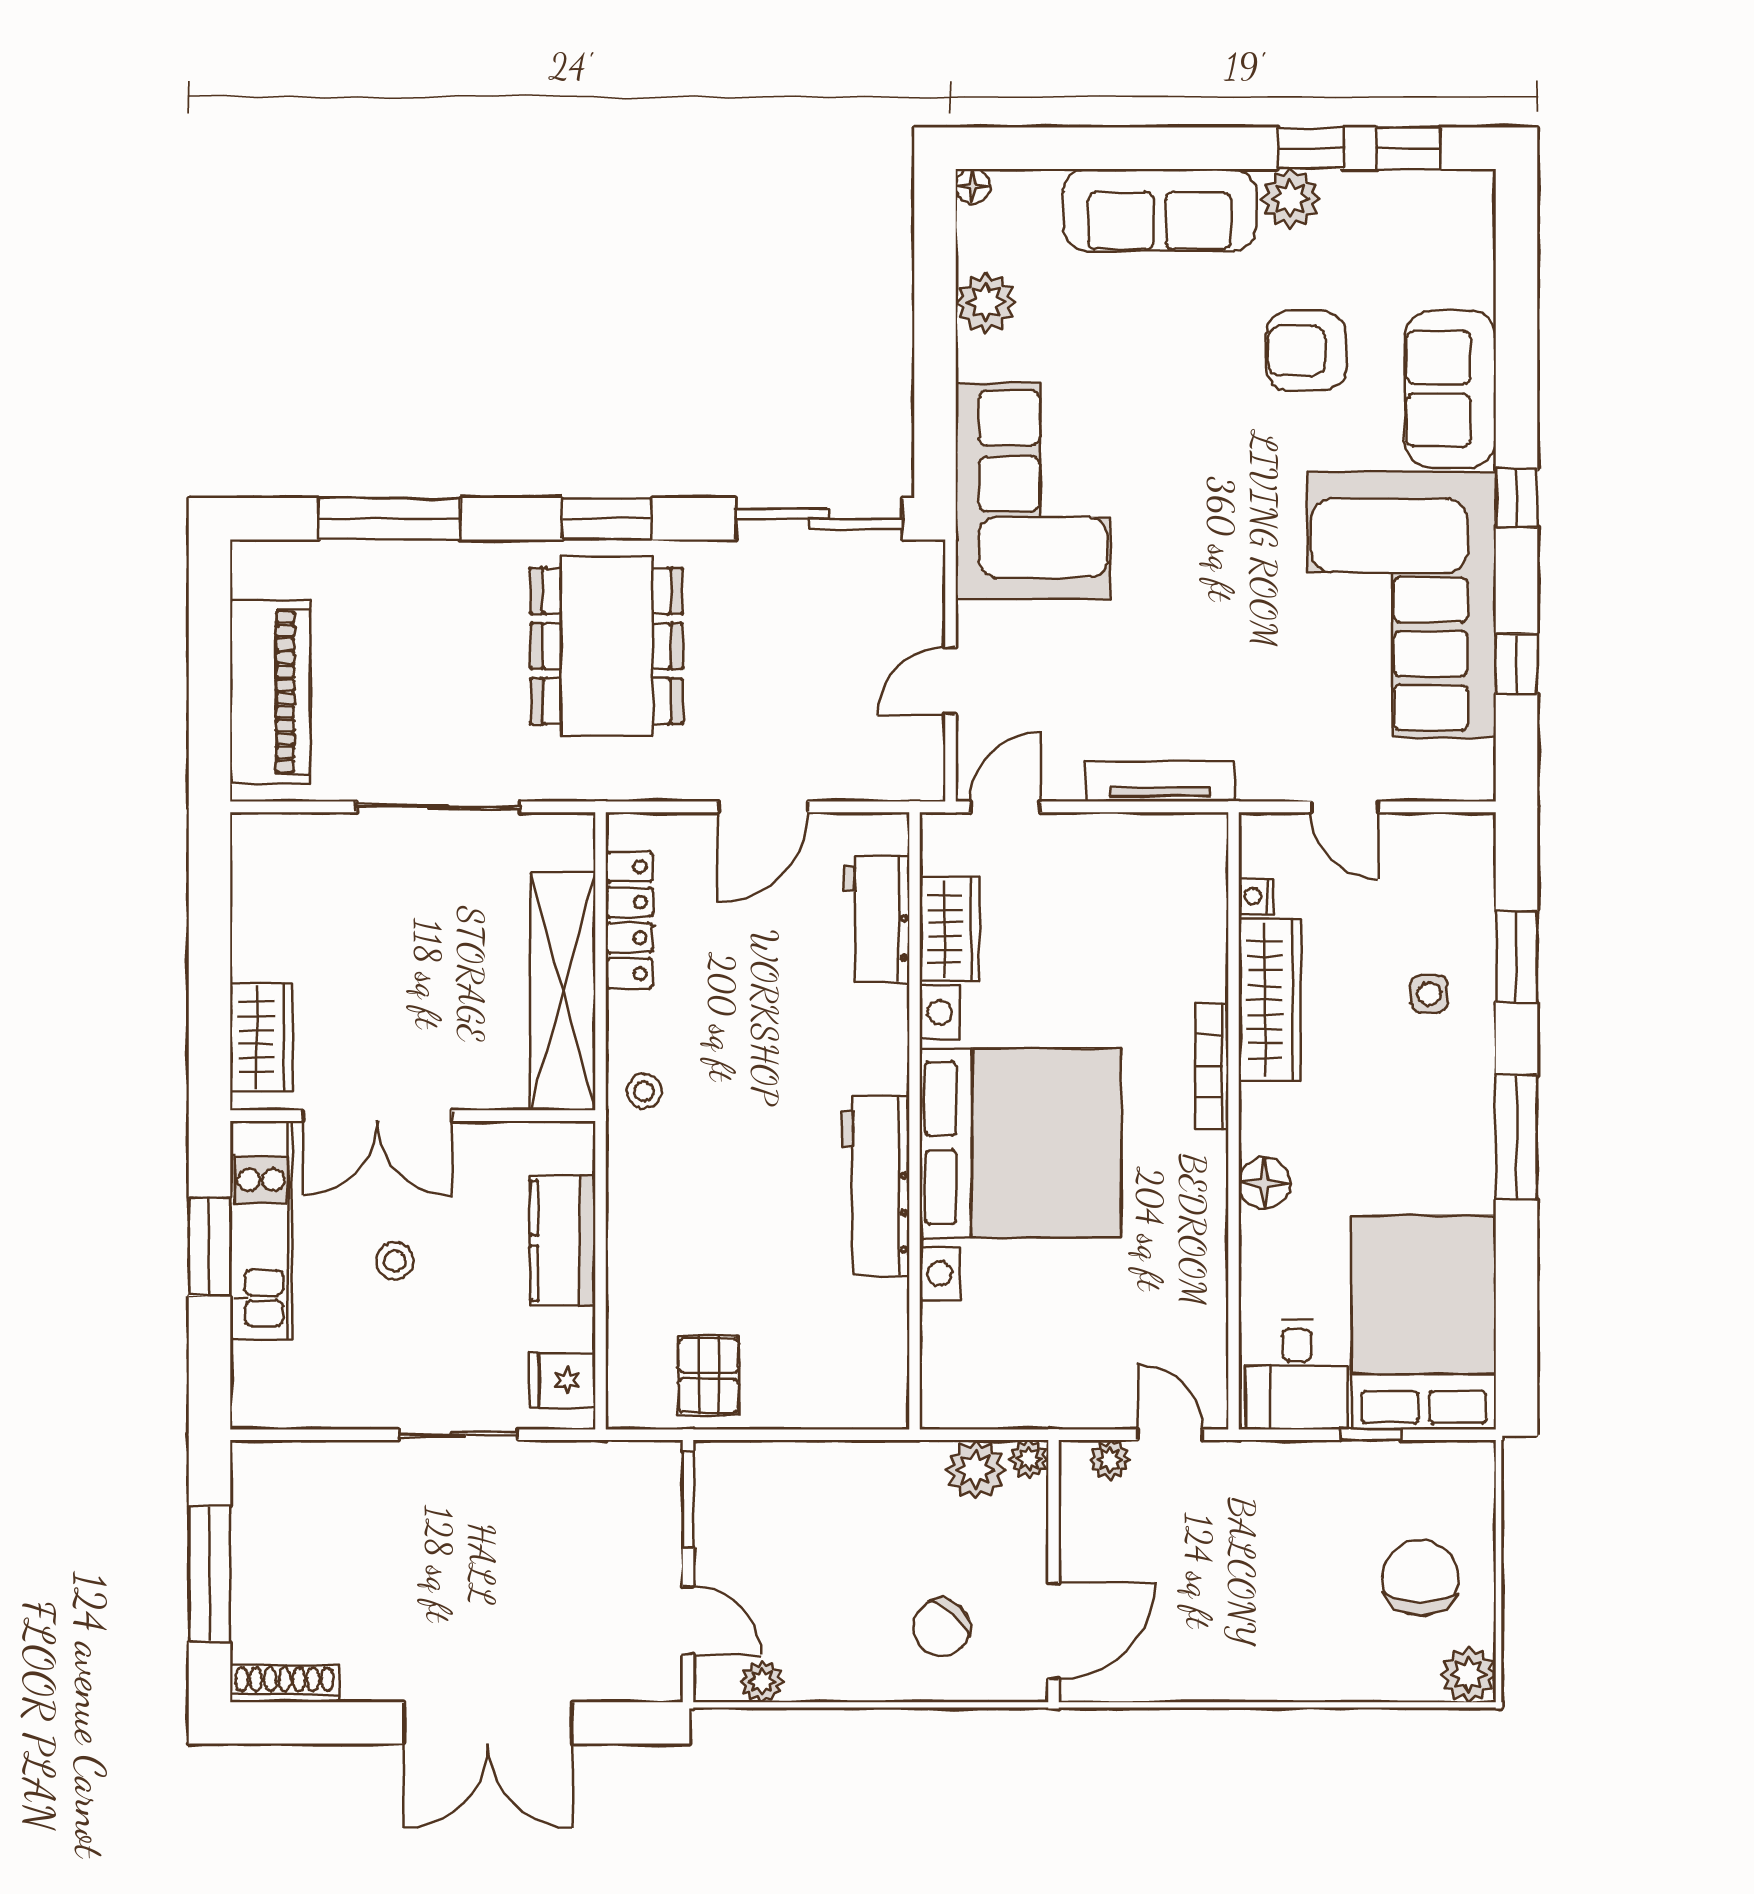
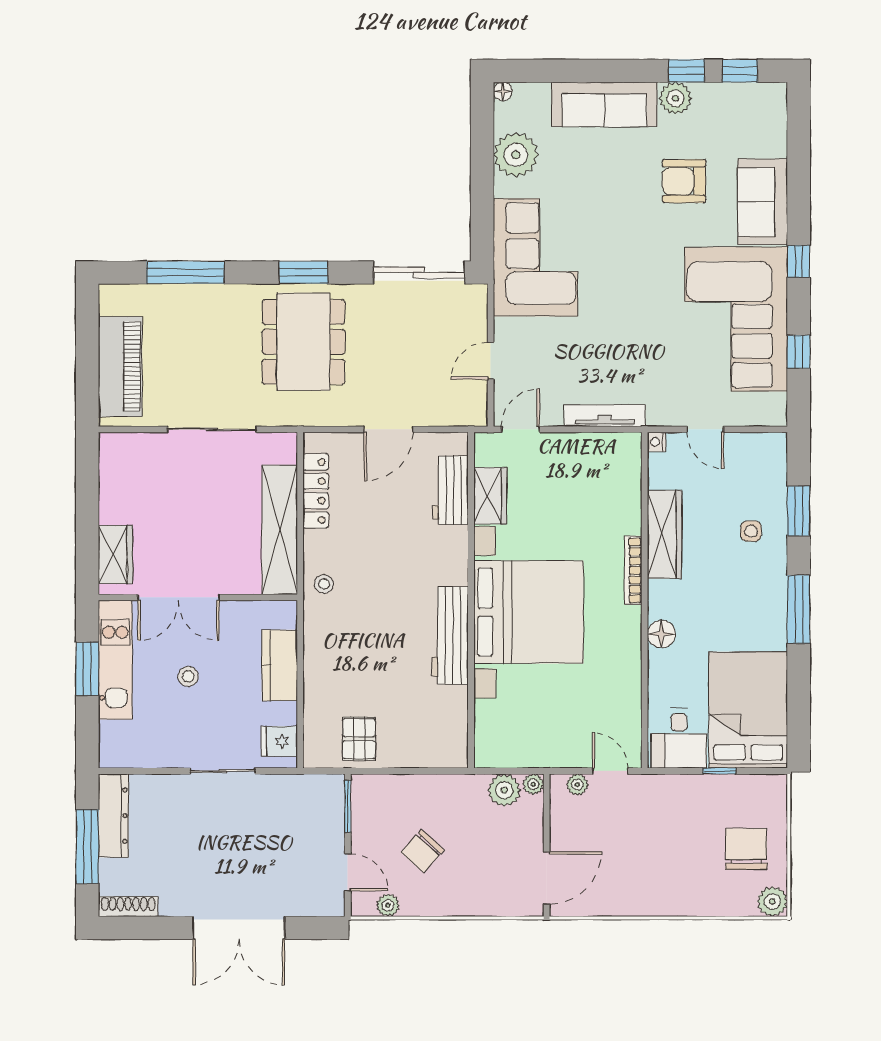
plant: (986, 302) -> (516, 155), width x1.36, depth x1.36
nightstand: (1256, 896) -> (657, 442), moved
dresser: (257, 1517) -> (113, 816), added
chair: (941, 1628) -> (422, 851), moved

